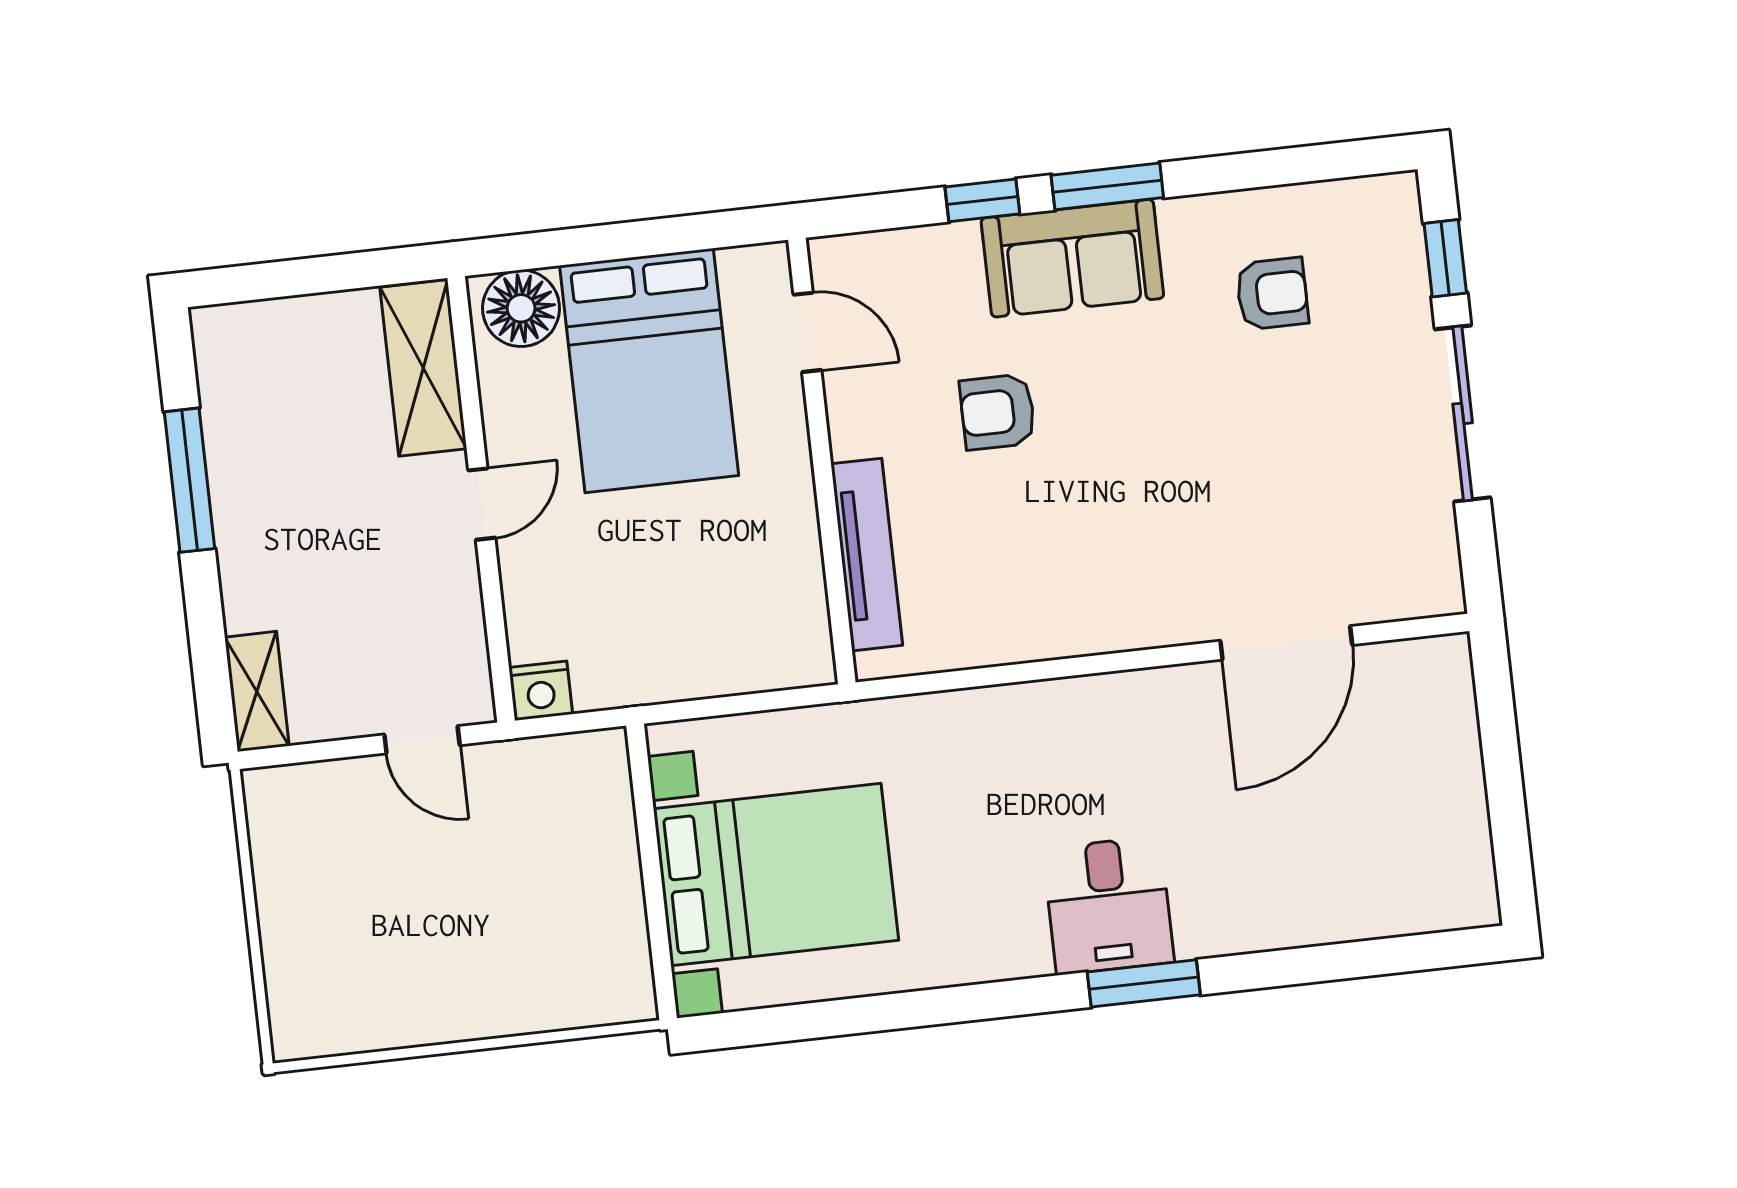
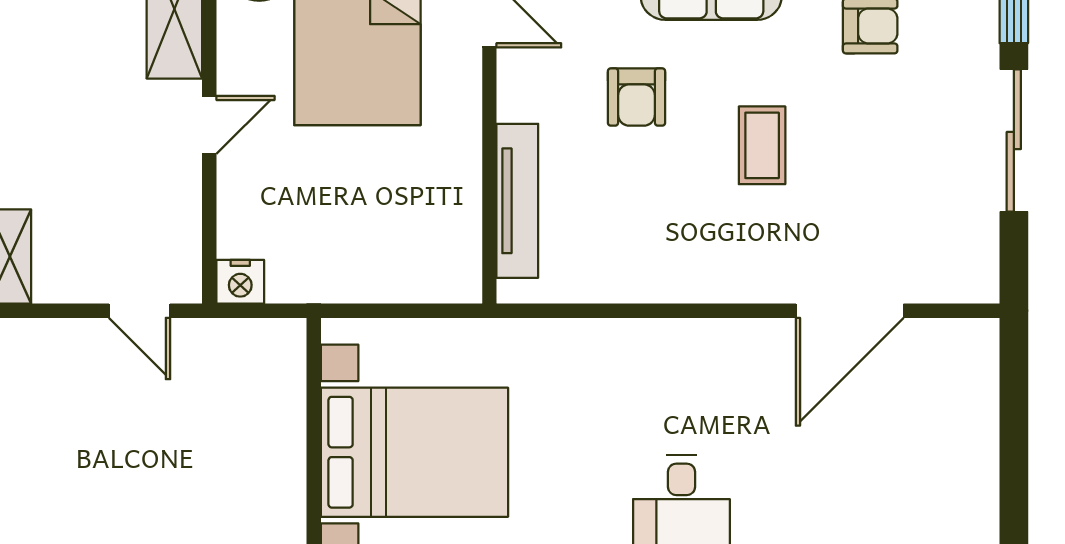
armchair: (998, 412) -> (636, 97), turned -90
coffee table: (1157, 454) -> (762, 145), added

